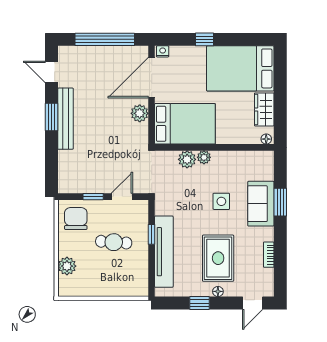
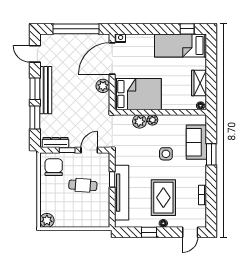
window: (205, 39) -> (187, 29), moved
bed: (240, 68) -> (181, 45), width x0.67
window: (51, 154) -> (35, 117), added
dresser: (78, 187) -> (56, 143), added
sofa: (261, 204) -> (196, 142), moved
plant: (67, 266) -> (47, 220), moved

